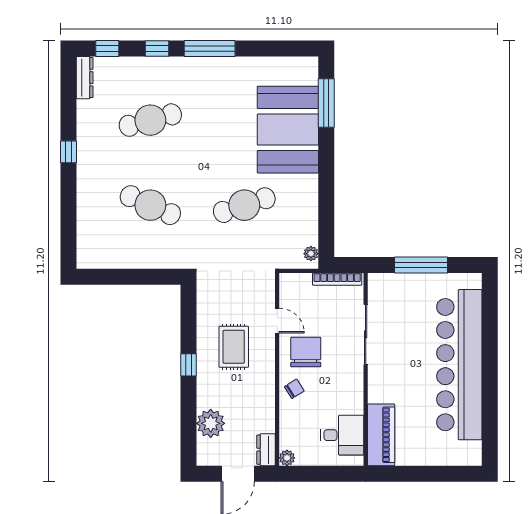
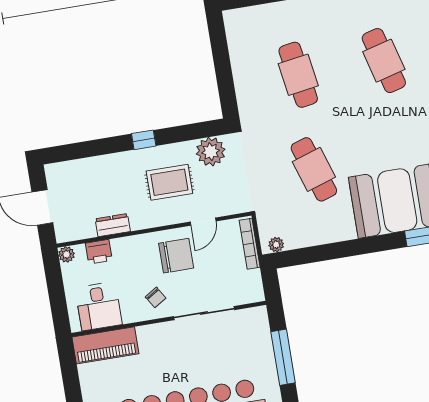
cafe table: (150, 205) -> (298, 75), turned -33
bookcase: (337, 279) -> (250, 244), moved
chair: (294, 389) -> (156, 297), moved
plant: (211, 423) -> (211, 152), moved
printer: (290, 426) -> (99, 252), added
dresser: (266, 450) -> (113, 225), moved

